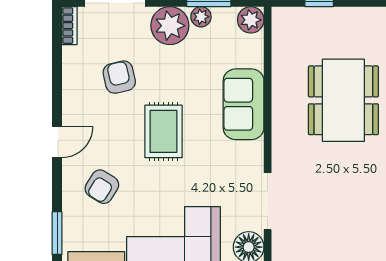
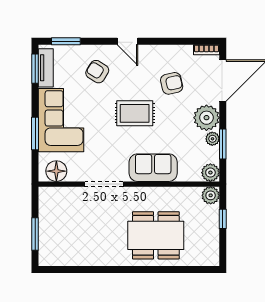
plant: (284, 20) -> (211, 195), added
doorway: (268, 201) -> (104, 184), moved

